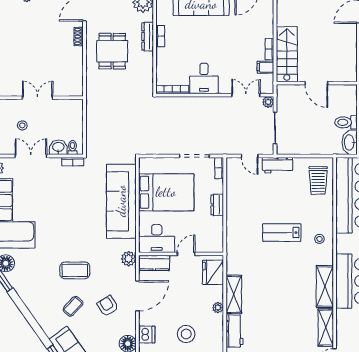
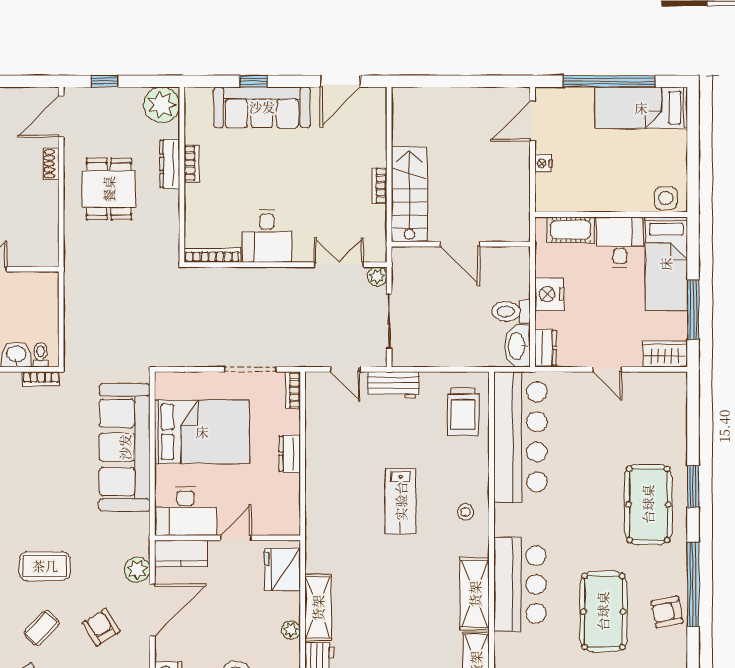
filing cabinet: (265, 67) -> (373, 217), removed
lab bench: (282, 233) -> (401, 501), turned -90
plant: (129, 259) -> (137, 570), moved

